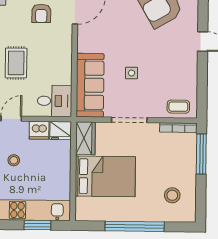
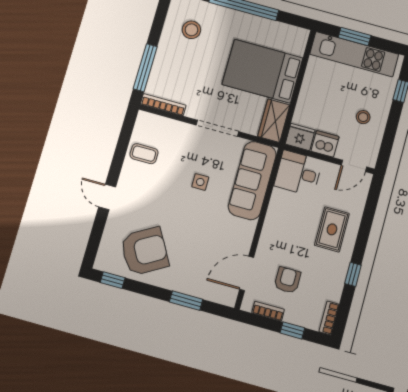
coffee table: (178, 107) -> (144, 154), moved

